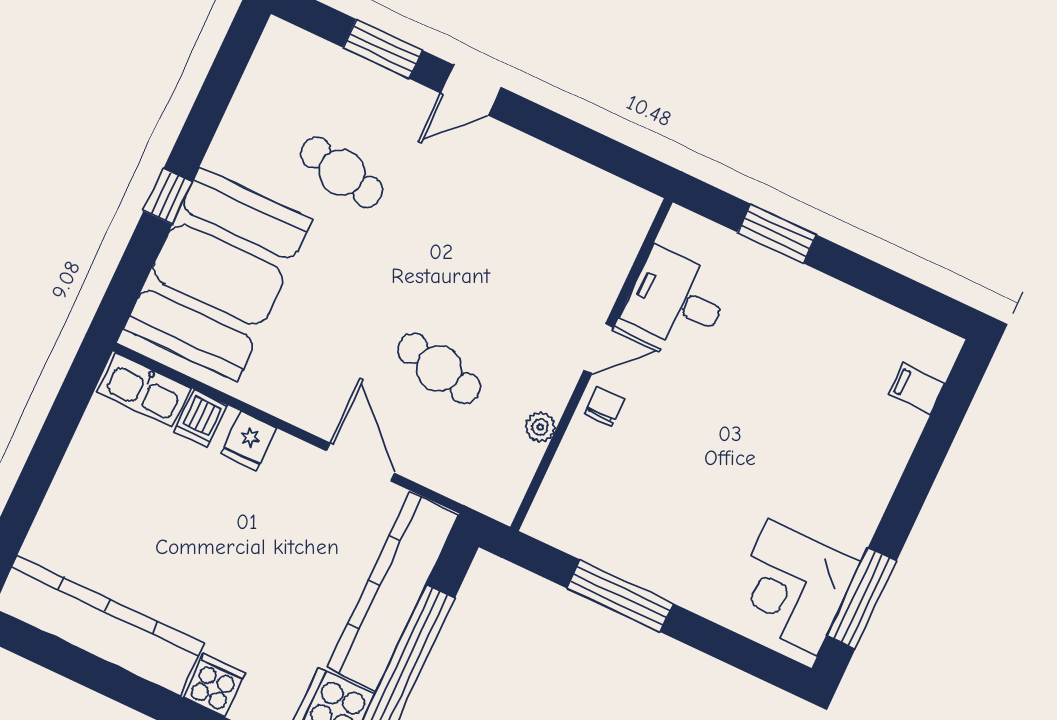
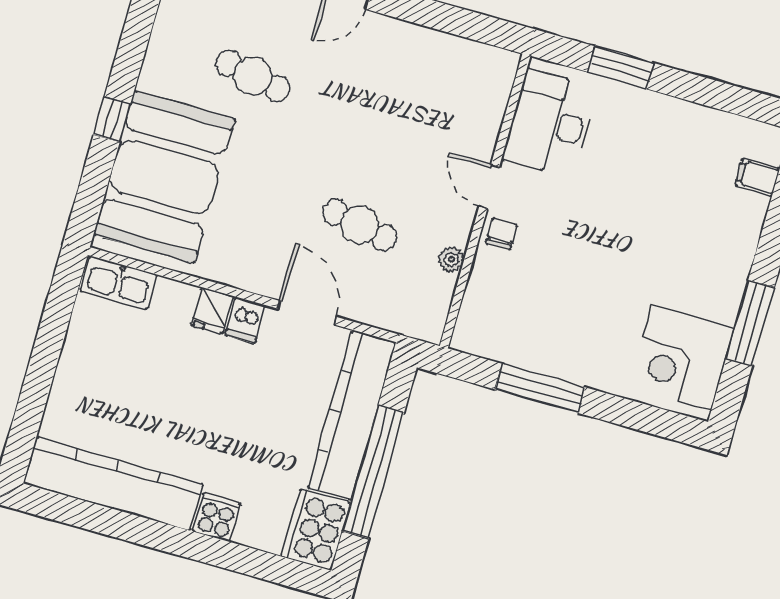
desk: (676, 299) -> (550, 123), width x1.37
door: (599, 349) -> (489, 187), swing flipped
dishwasher: (201, 419) -> (245, 320), moved
window: (862, 598) -> (750, 323), moved

